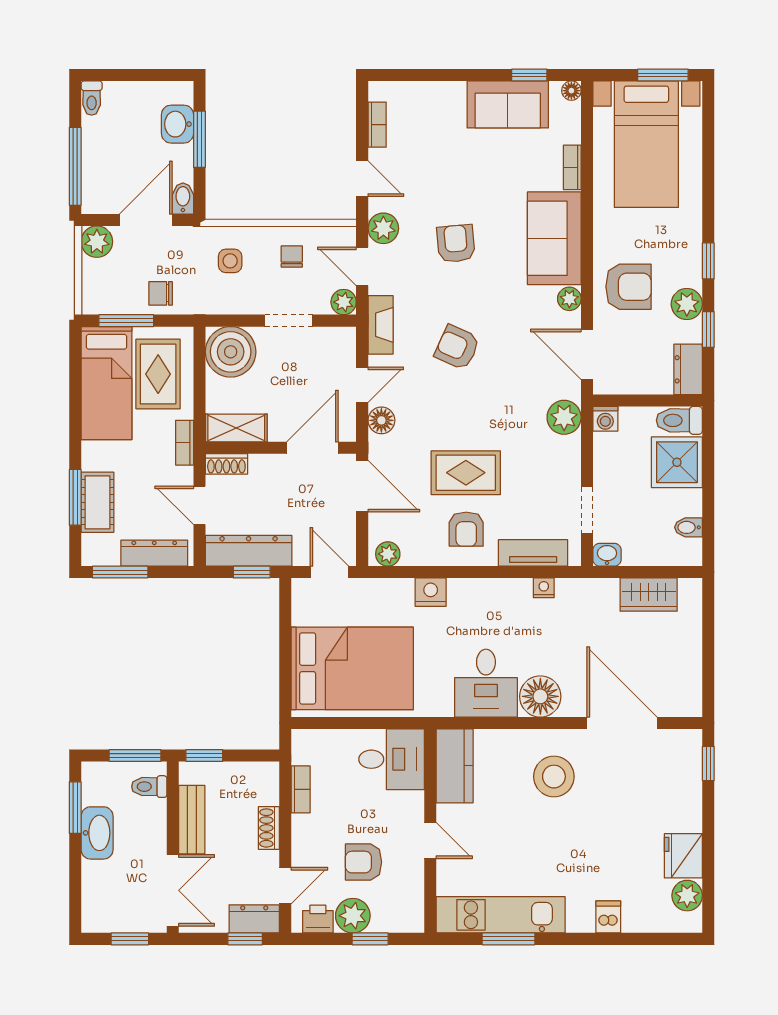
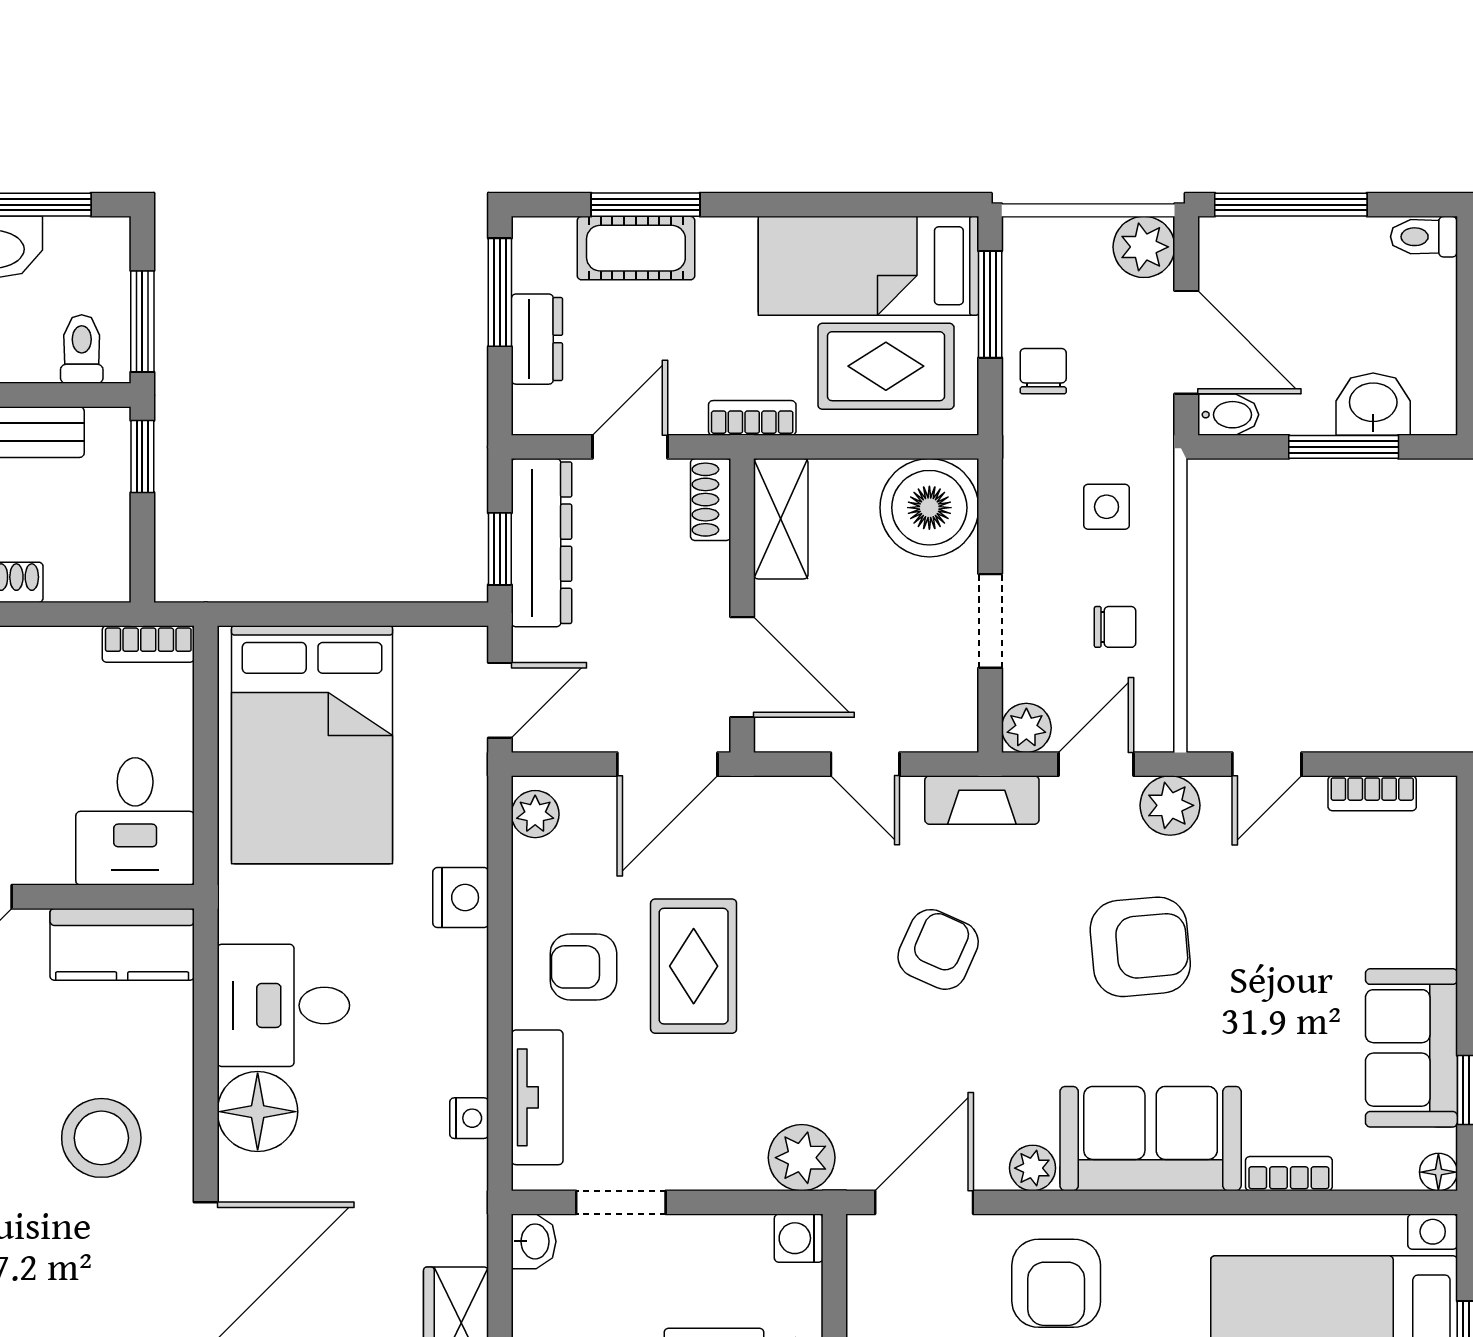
armchair: (456, 244) -> (1140, 947), width x1.38, depth x1.38
floor lamp: (381, 420) -> (796, 802), removed
dresser: (154, 553) -> (537, 339), width x0.70
bookcase: (301, 789) -> (148, 644), moved

